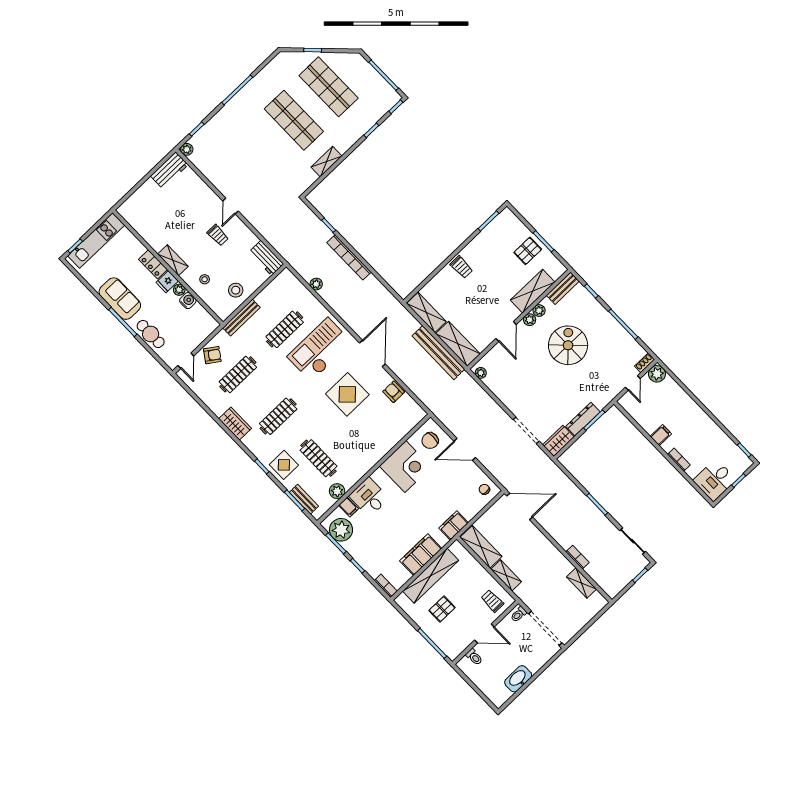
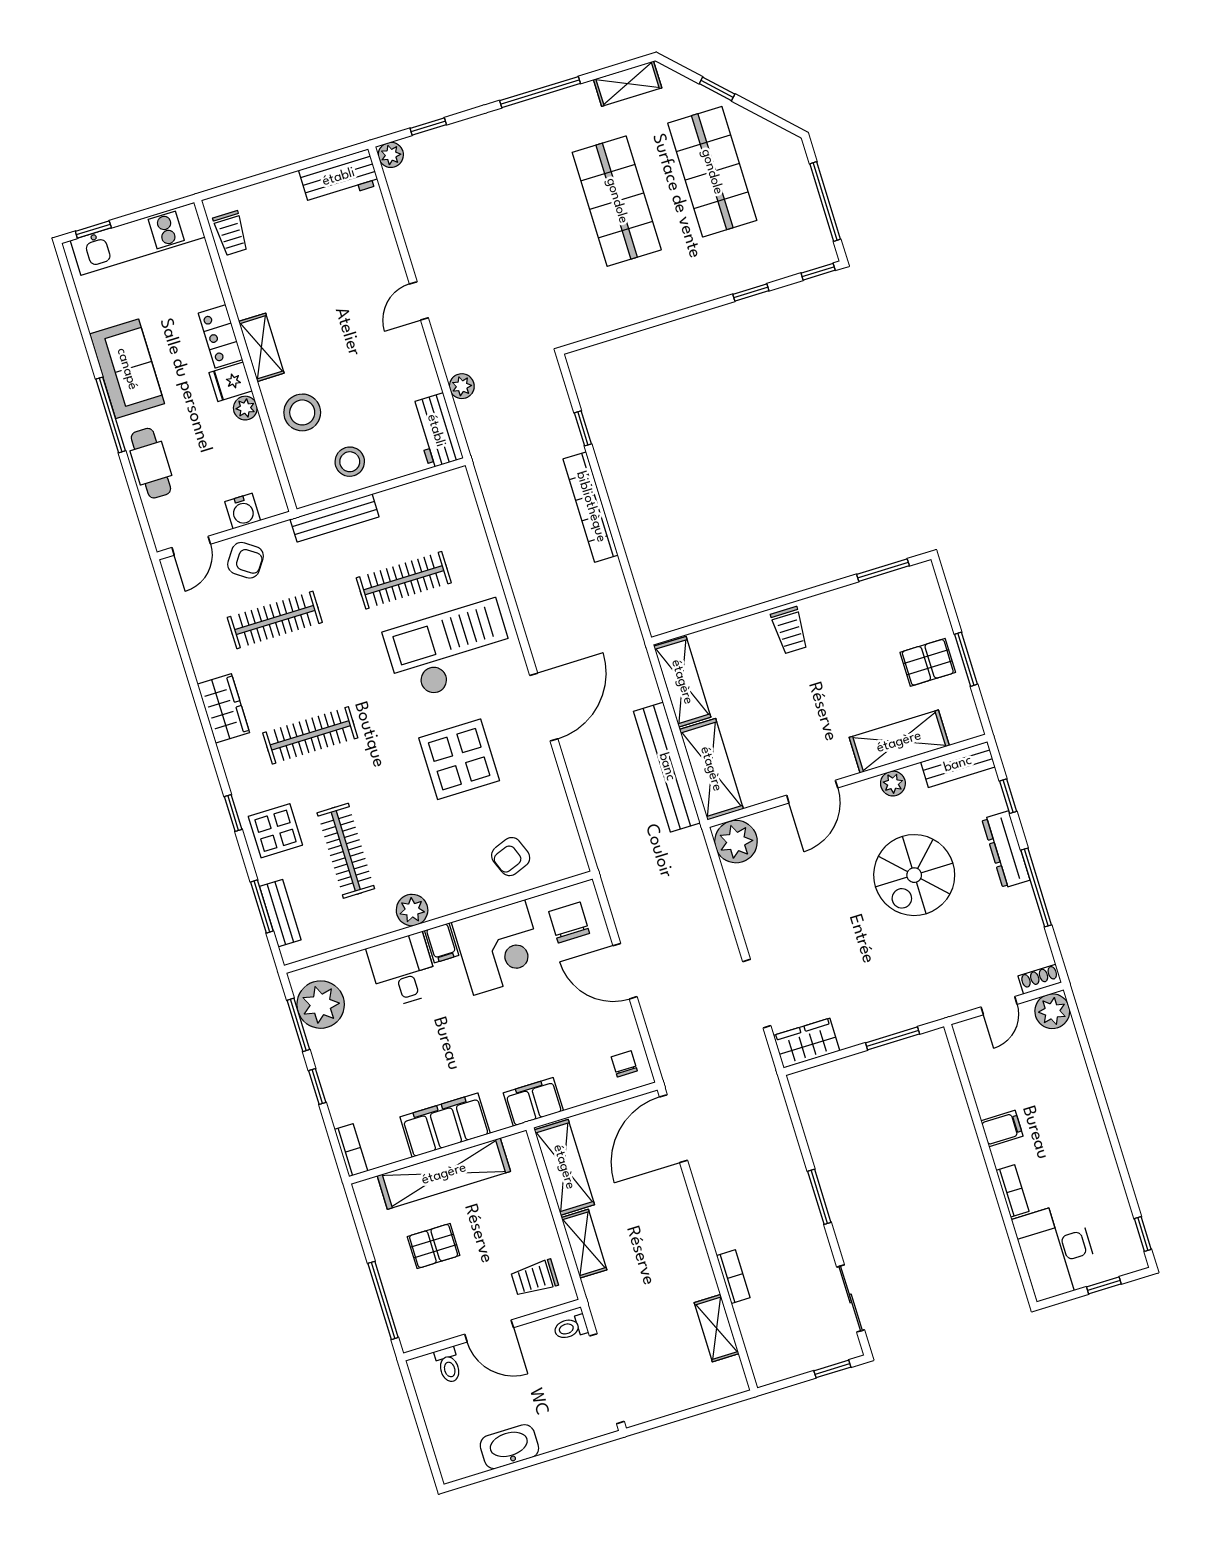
shelving: (327, 162) -> (628, 84), moved
trolley: (218, 235) -> (231, 233), moved
stool: (205, 279) -> (302, 412), width x1.89, depth x1.89
plant: (316, 284) -> (462, 386), moved
water cooler: (188, 301) -> (243, 511), moved, turned 90
plant: (530, 320) -> (867, 792), removed
spiral stairs: (568, 345) -> (914, 875), turned 180
plant: (481, 373) -> (736, 842), width x1.88, depth x1.88
armchair: (394, 392) -> (511, 857), moved, turned -111
dresser: (583, 419) -> (1006, 850), moved, turned -90
chair: (430, 441) -> (569, 922), turned 90
desk: (715, 480) -> (1056, 1251), width x1.37
plant: (337, 491) -> (412, 910), moved
door: (520, 506) -> (673, 1129), swing flipped
filing cabinet: (348, 507) -> (442, 943), moved
trolley: (492, 601) -> (535, 1278), turned -90

